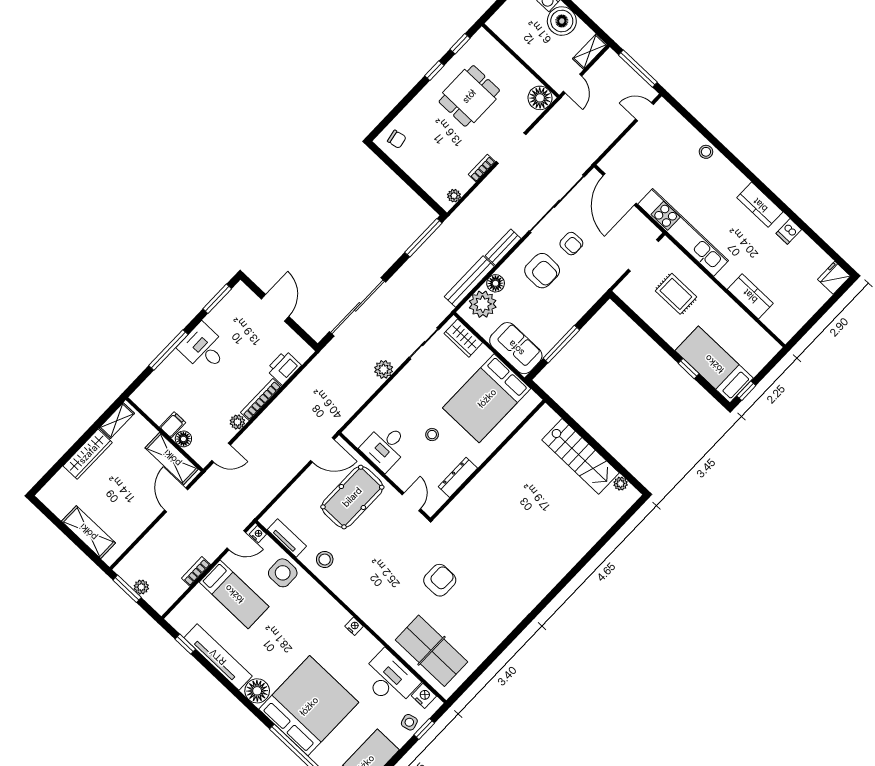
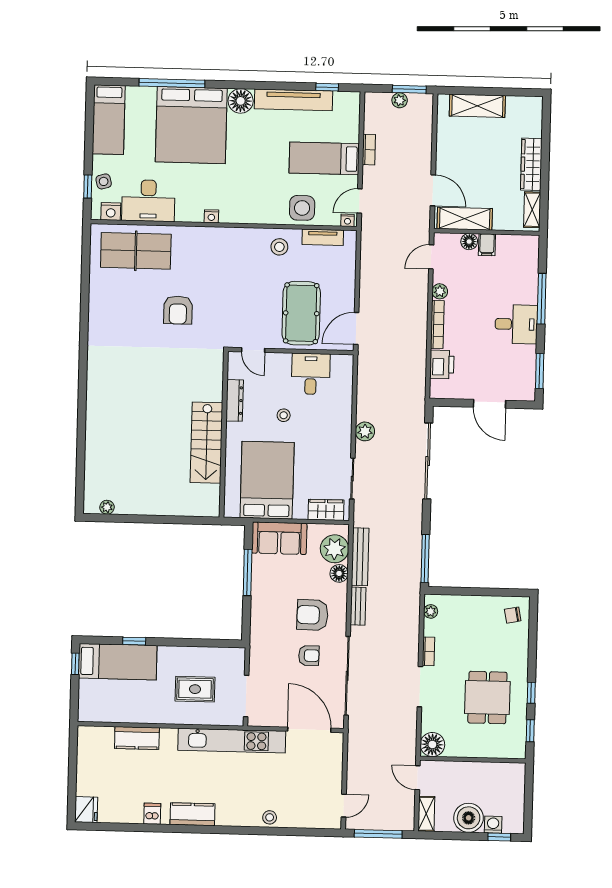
armchair: (571, 244) -> (309, 656), turned 180
stairs: (580, 456) -> (206, 443), moved, turned -90

